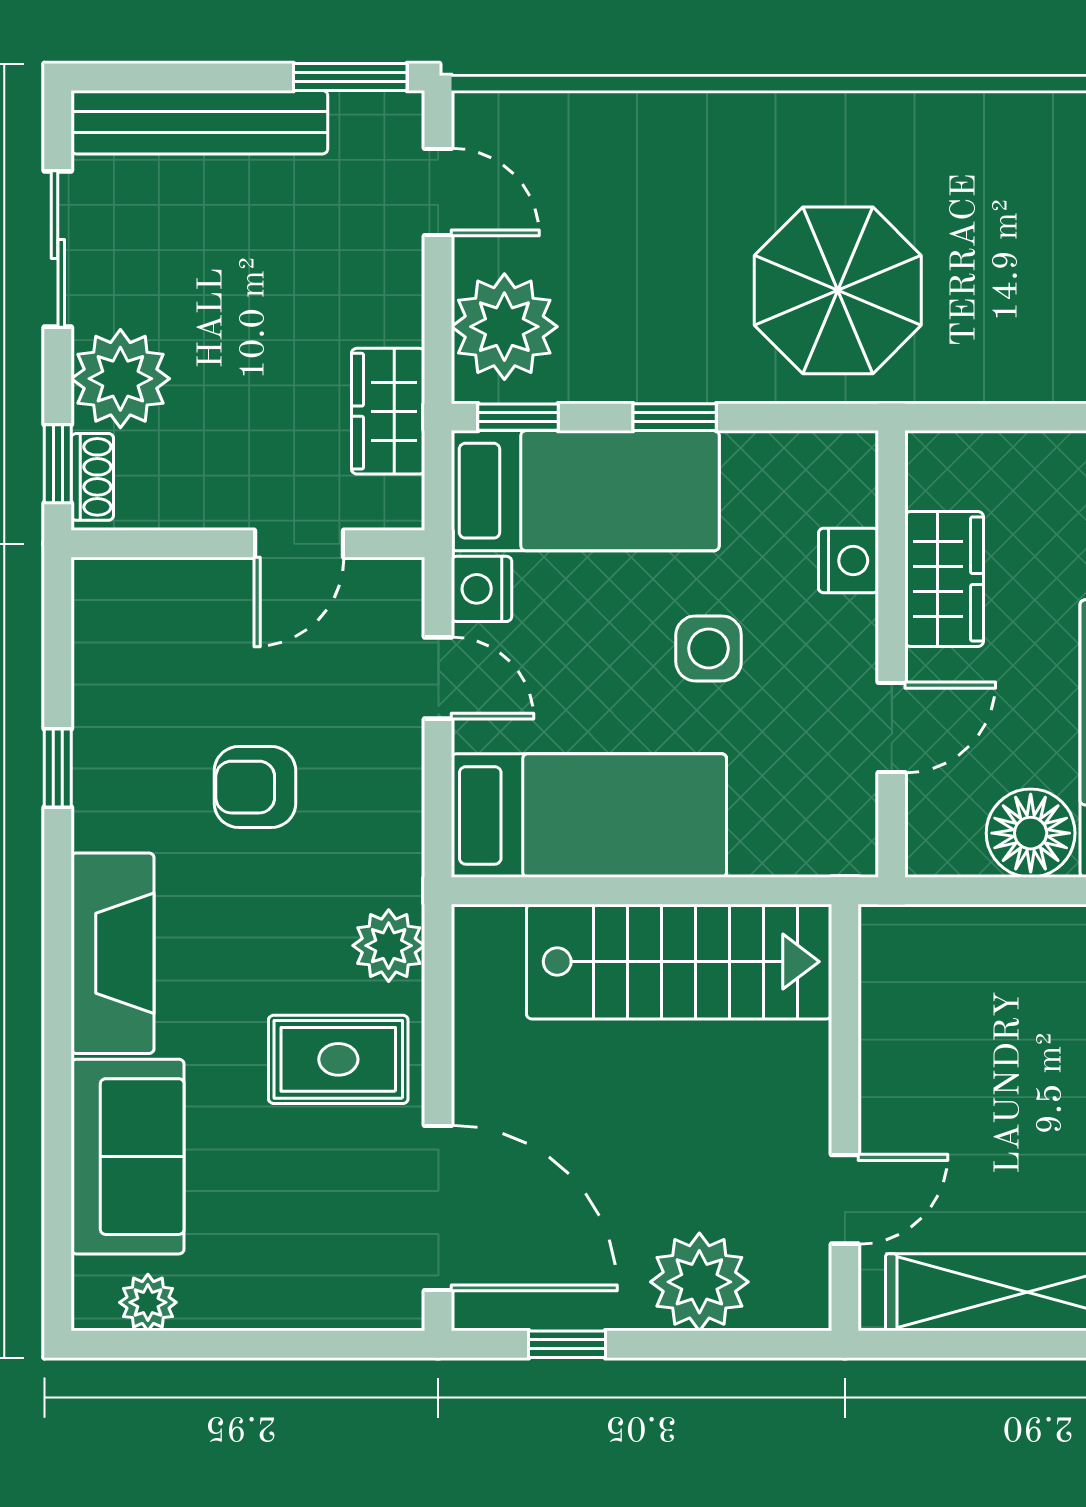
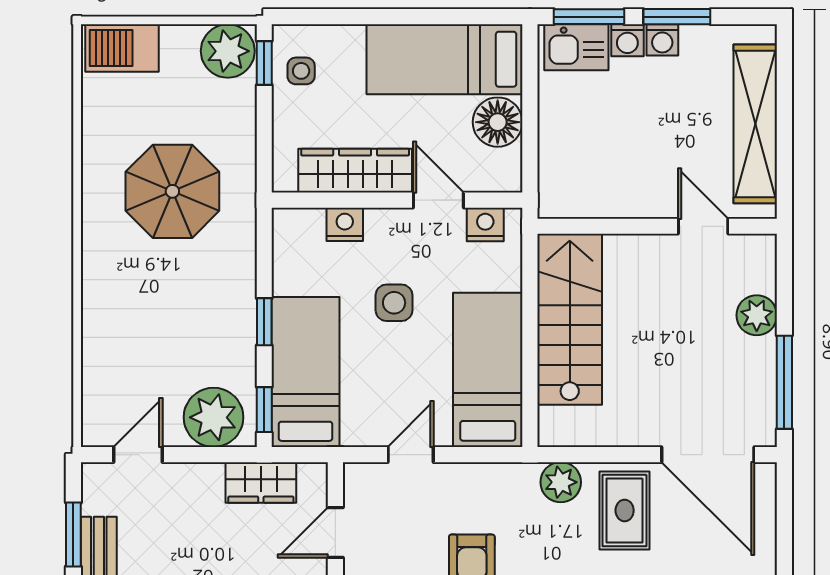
window: (350, 77) -> (73, 535), moved
parasol: (838, 290) -> (172, 191), moved
door: (299, 544) -> (335, 533), swing flipped
wardrobe: (944, 579) -> (355, 171), width x1.50
nightstand: (481, 589) -> (485, 224), moved, turned 180
door: (438, 1208) -> (708, 455), swing flipped
plant: (699, 1282) -> (757, 315), width x0.73, depth x0.73
window: (567, 1344) -> (784, 382), width x2.17

